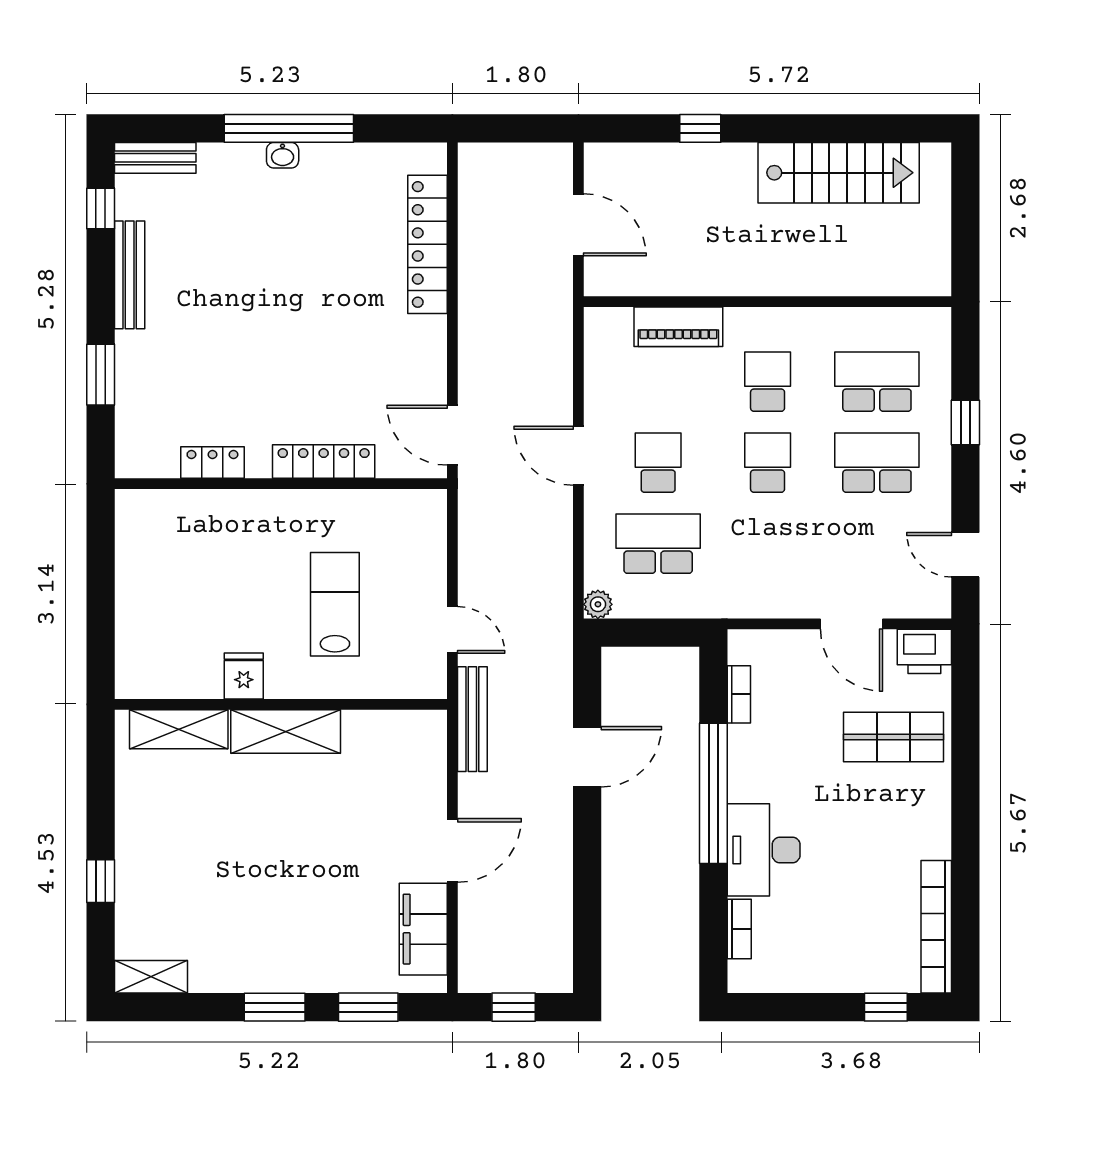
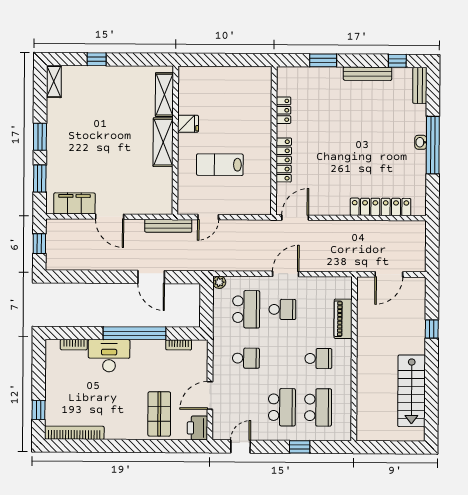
school desk: (768, 463) -> (246, 358), moved
lab bench: (335, 604) -> (220, 165), turned 180

